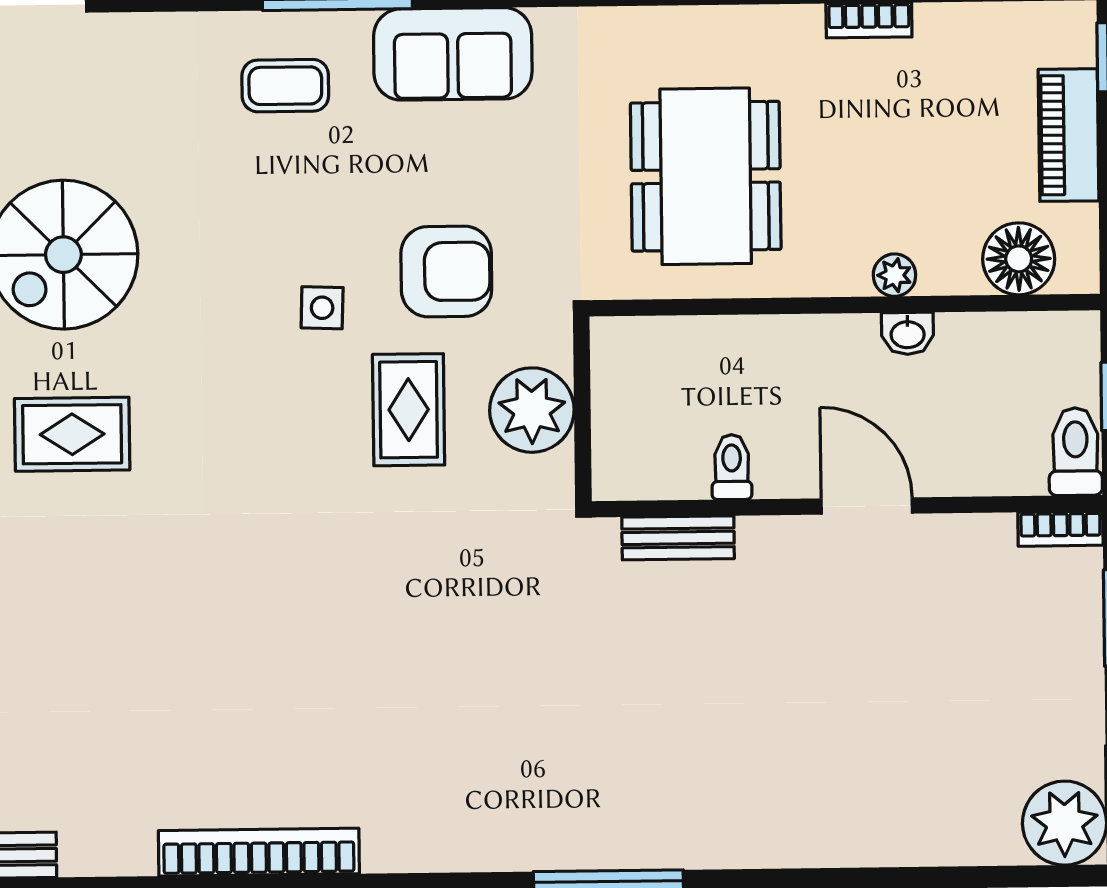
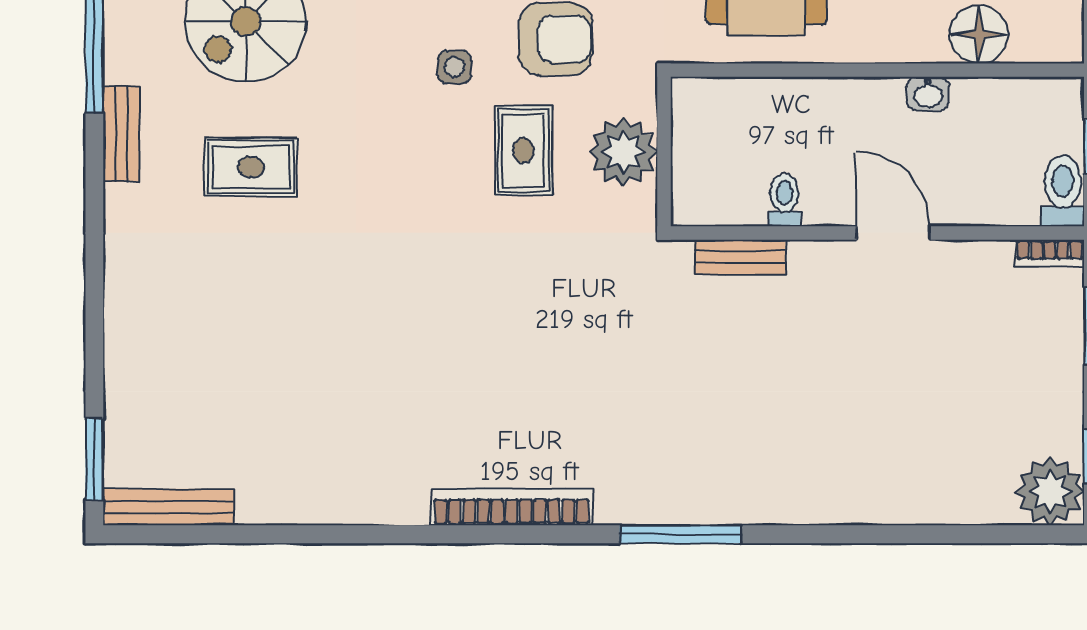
floor lamp: (1019, 259) -> (979, 34), moved
plant: (894, 275) -> (918, 46), removed
bookcase: (259, 852) -> (512, 507), moved

